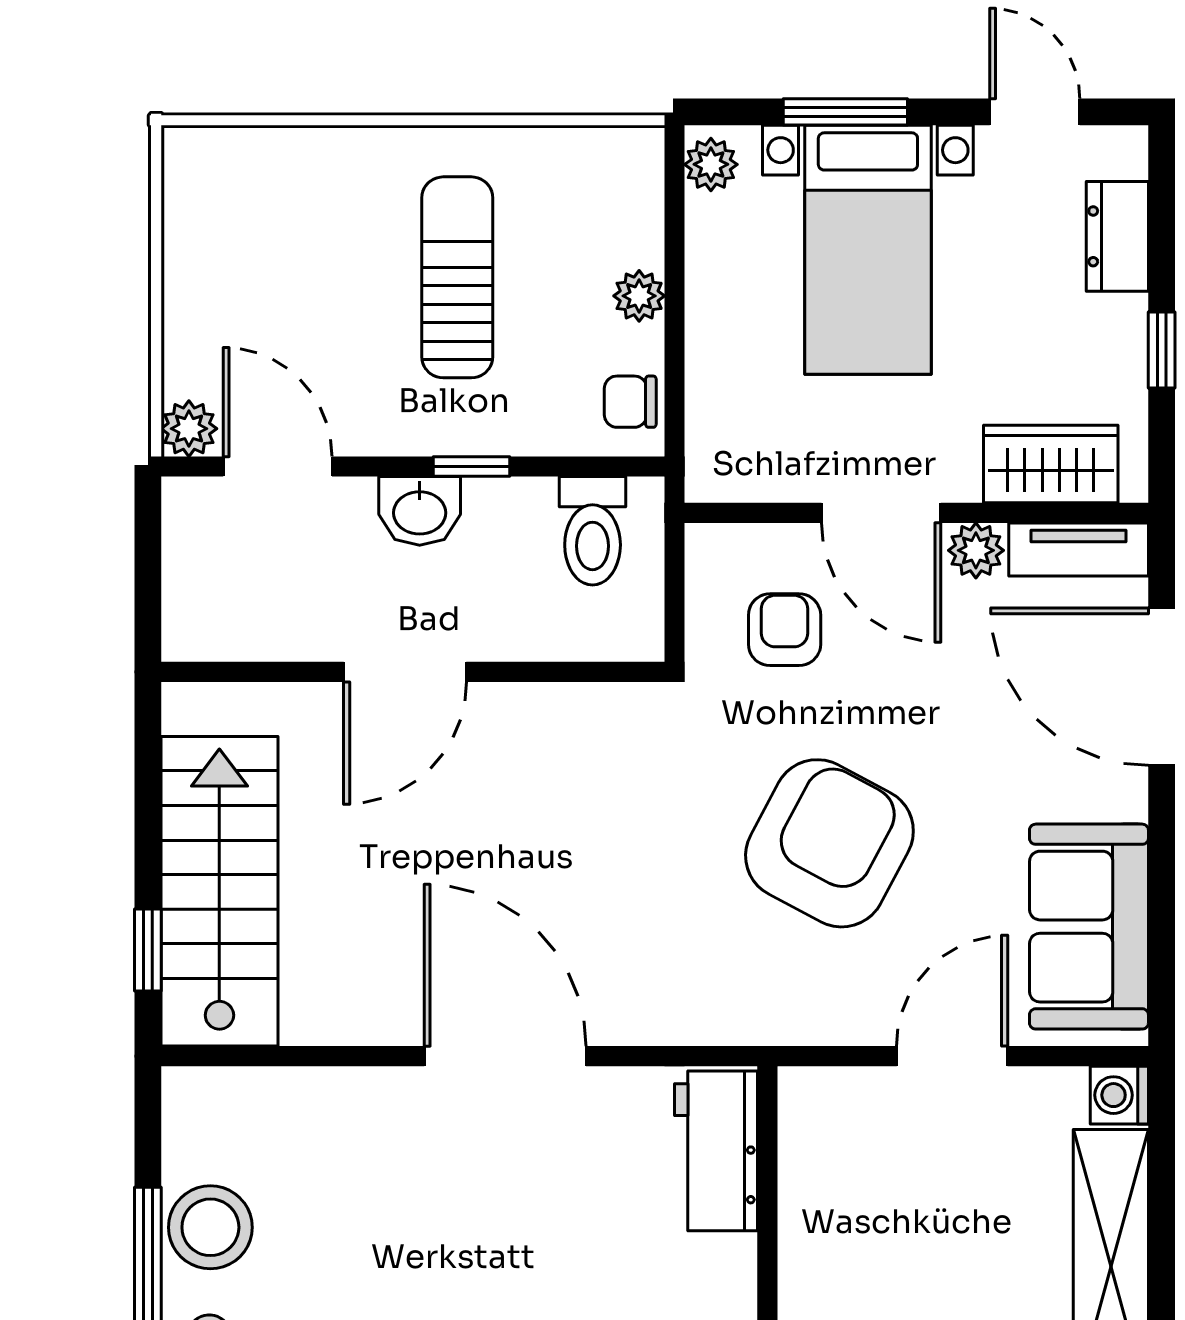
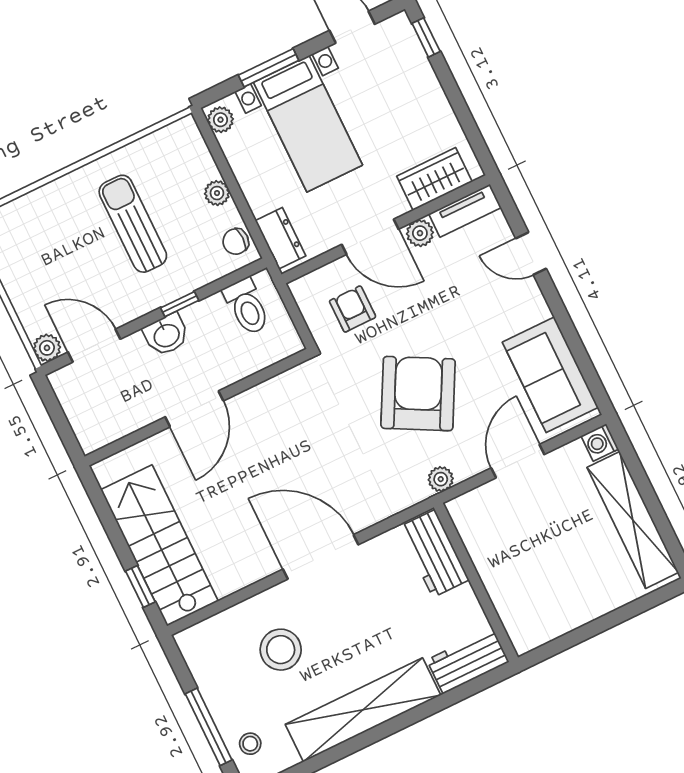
dresser: (1117, 236) -> (281, 238), moved, turned 180
window: (1162, 350) -> (426, 37), moved
door: (1162, 687) -> (531, 253), width x0.53
plant: (795, 1021) -> (441, 479), added
stool: (210, 1227) -> (281, 650), moved

